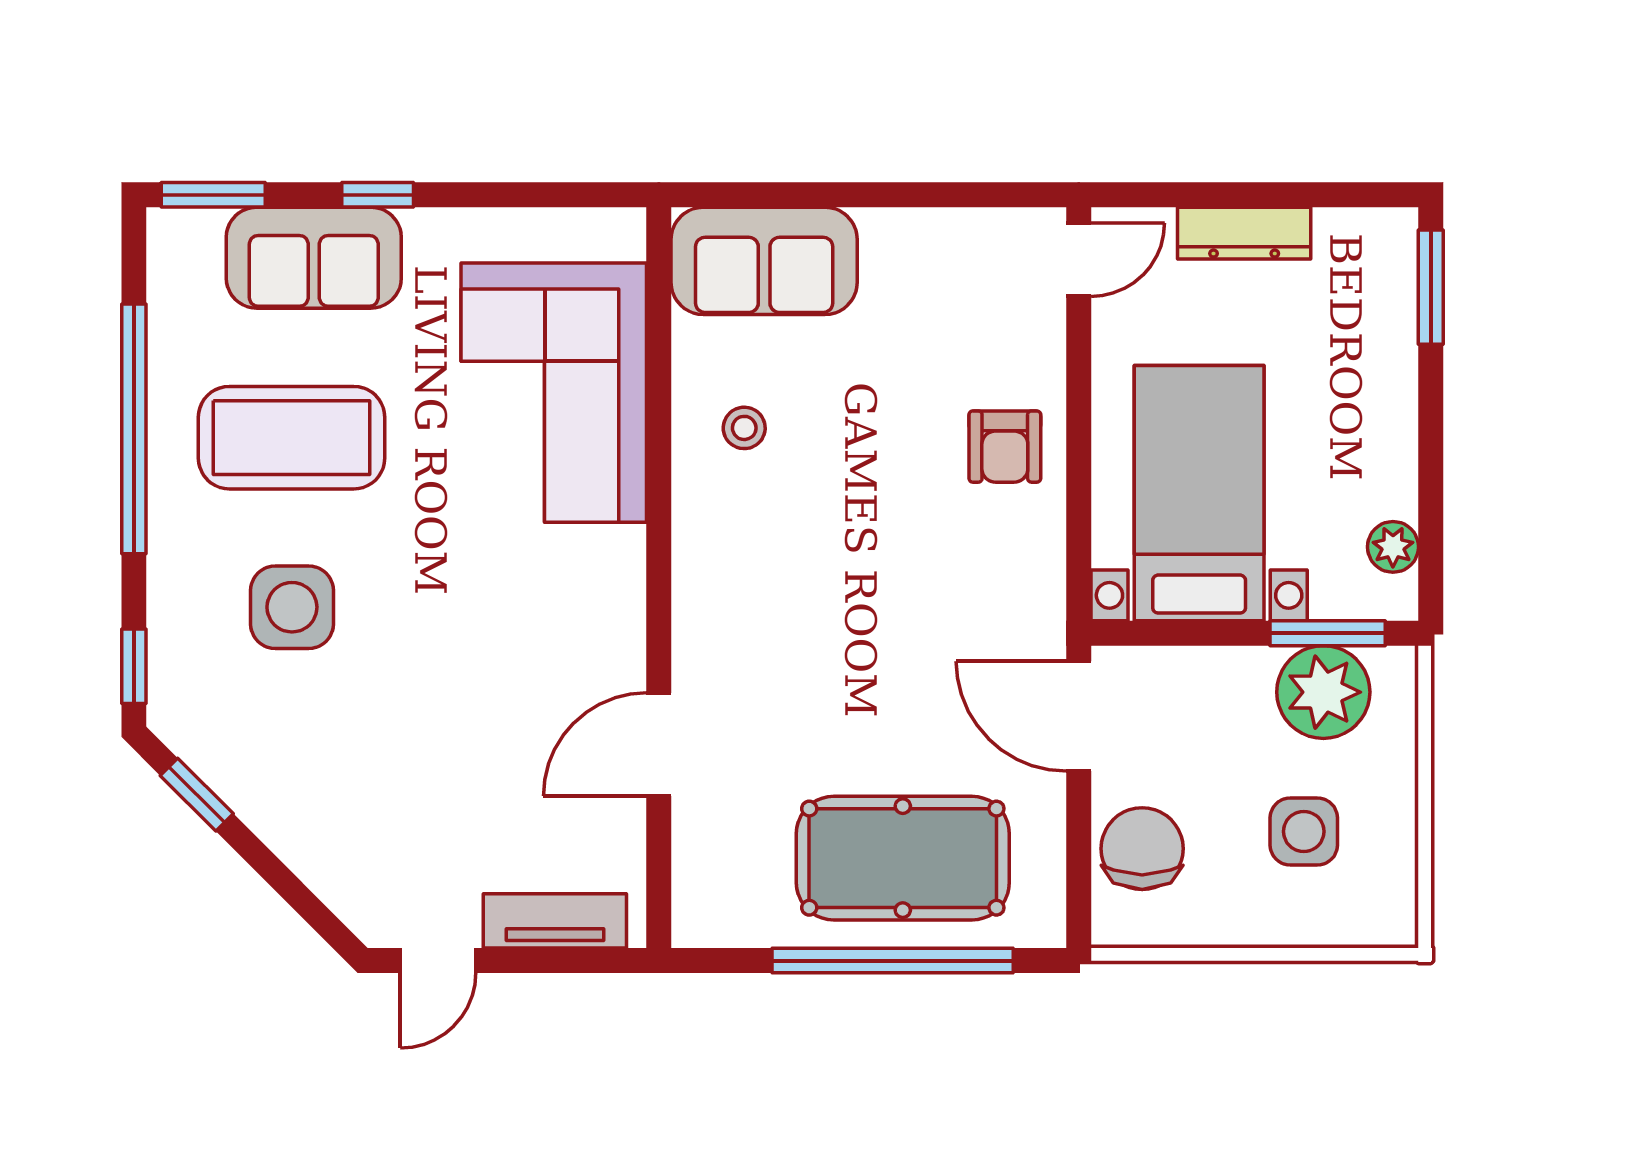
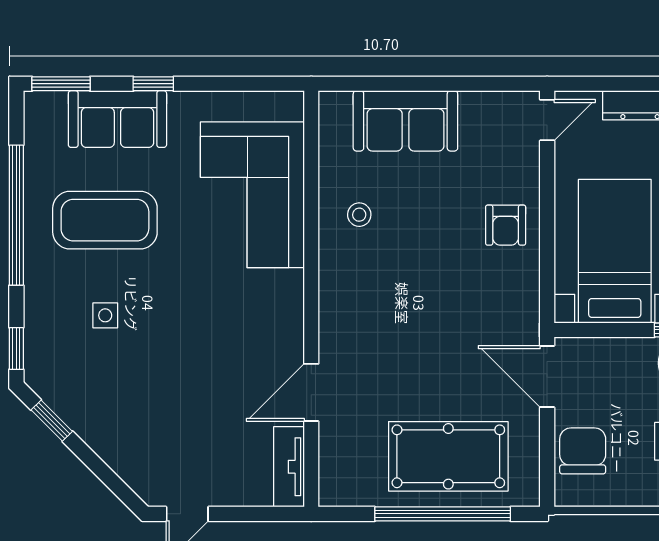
sofa: (764, 261) -> (405, 121), moved
side table: (292, 607) -> (105, 315), width x0.54, depth x0.54
tv unit: (555, 921) -> (289, 467), moved, turned -90

